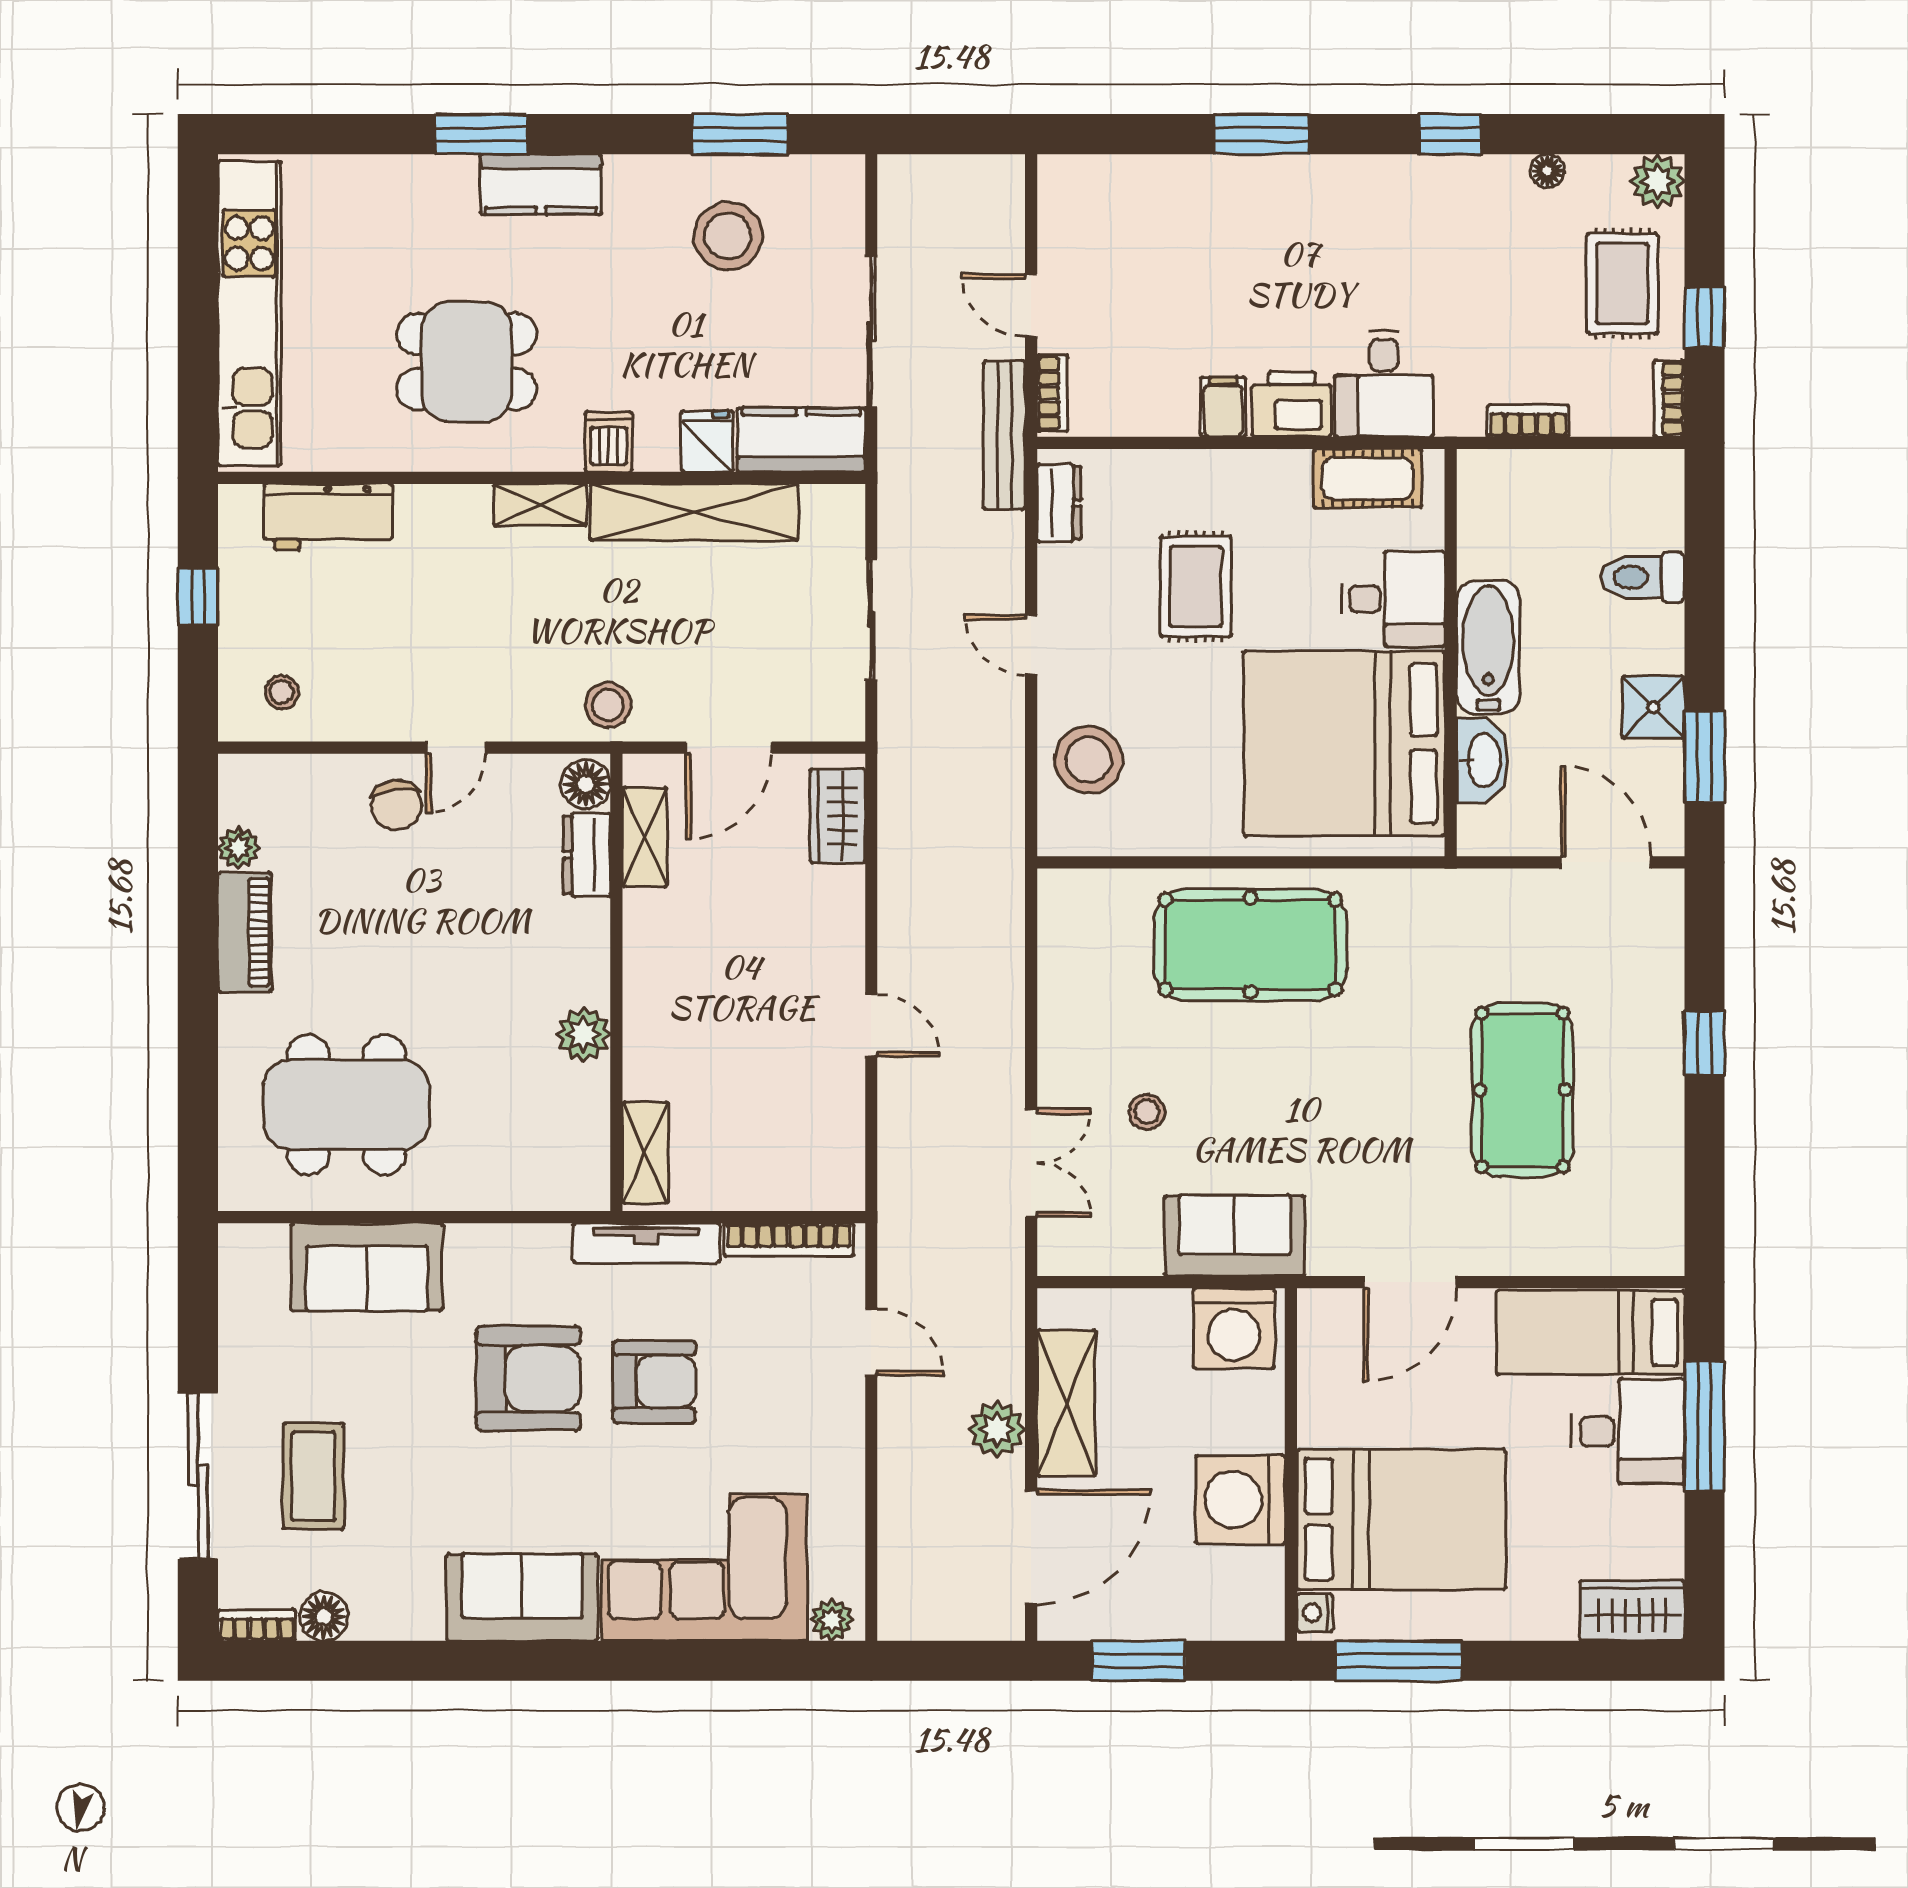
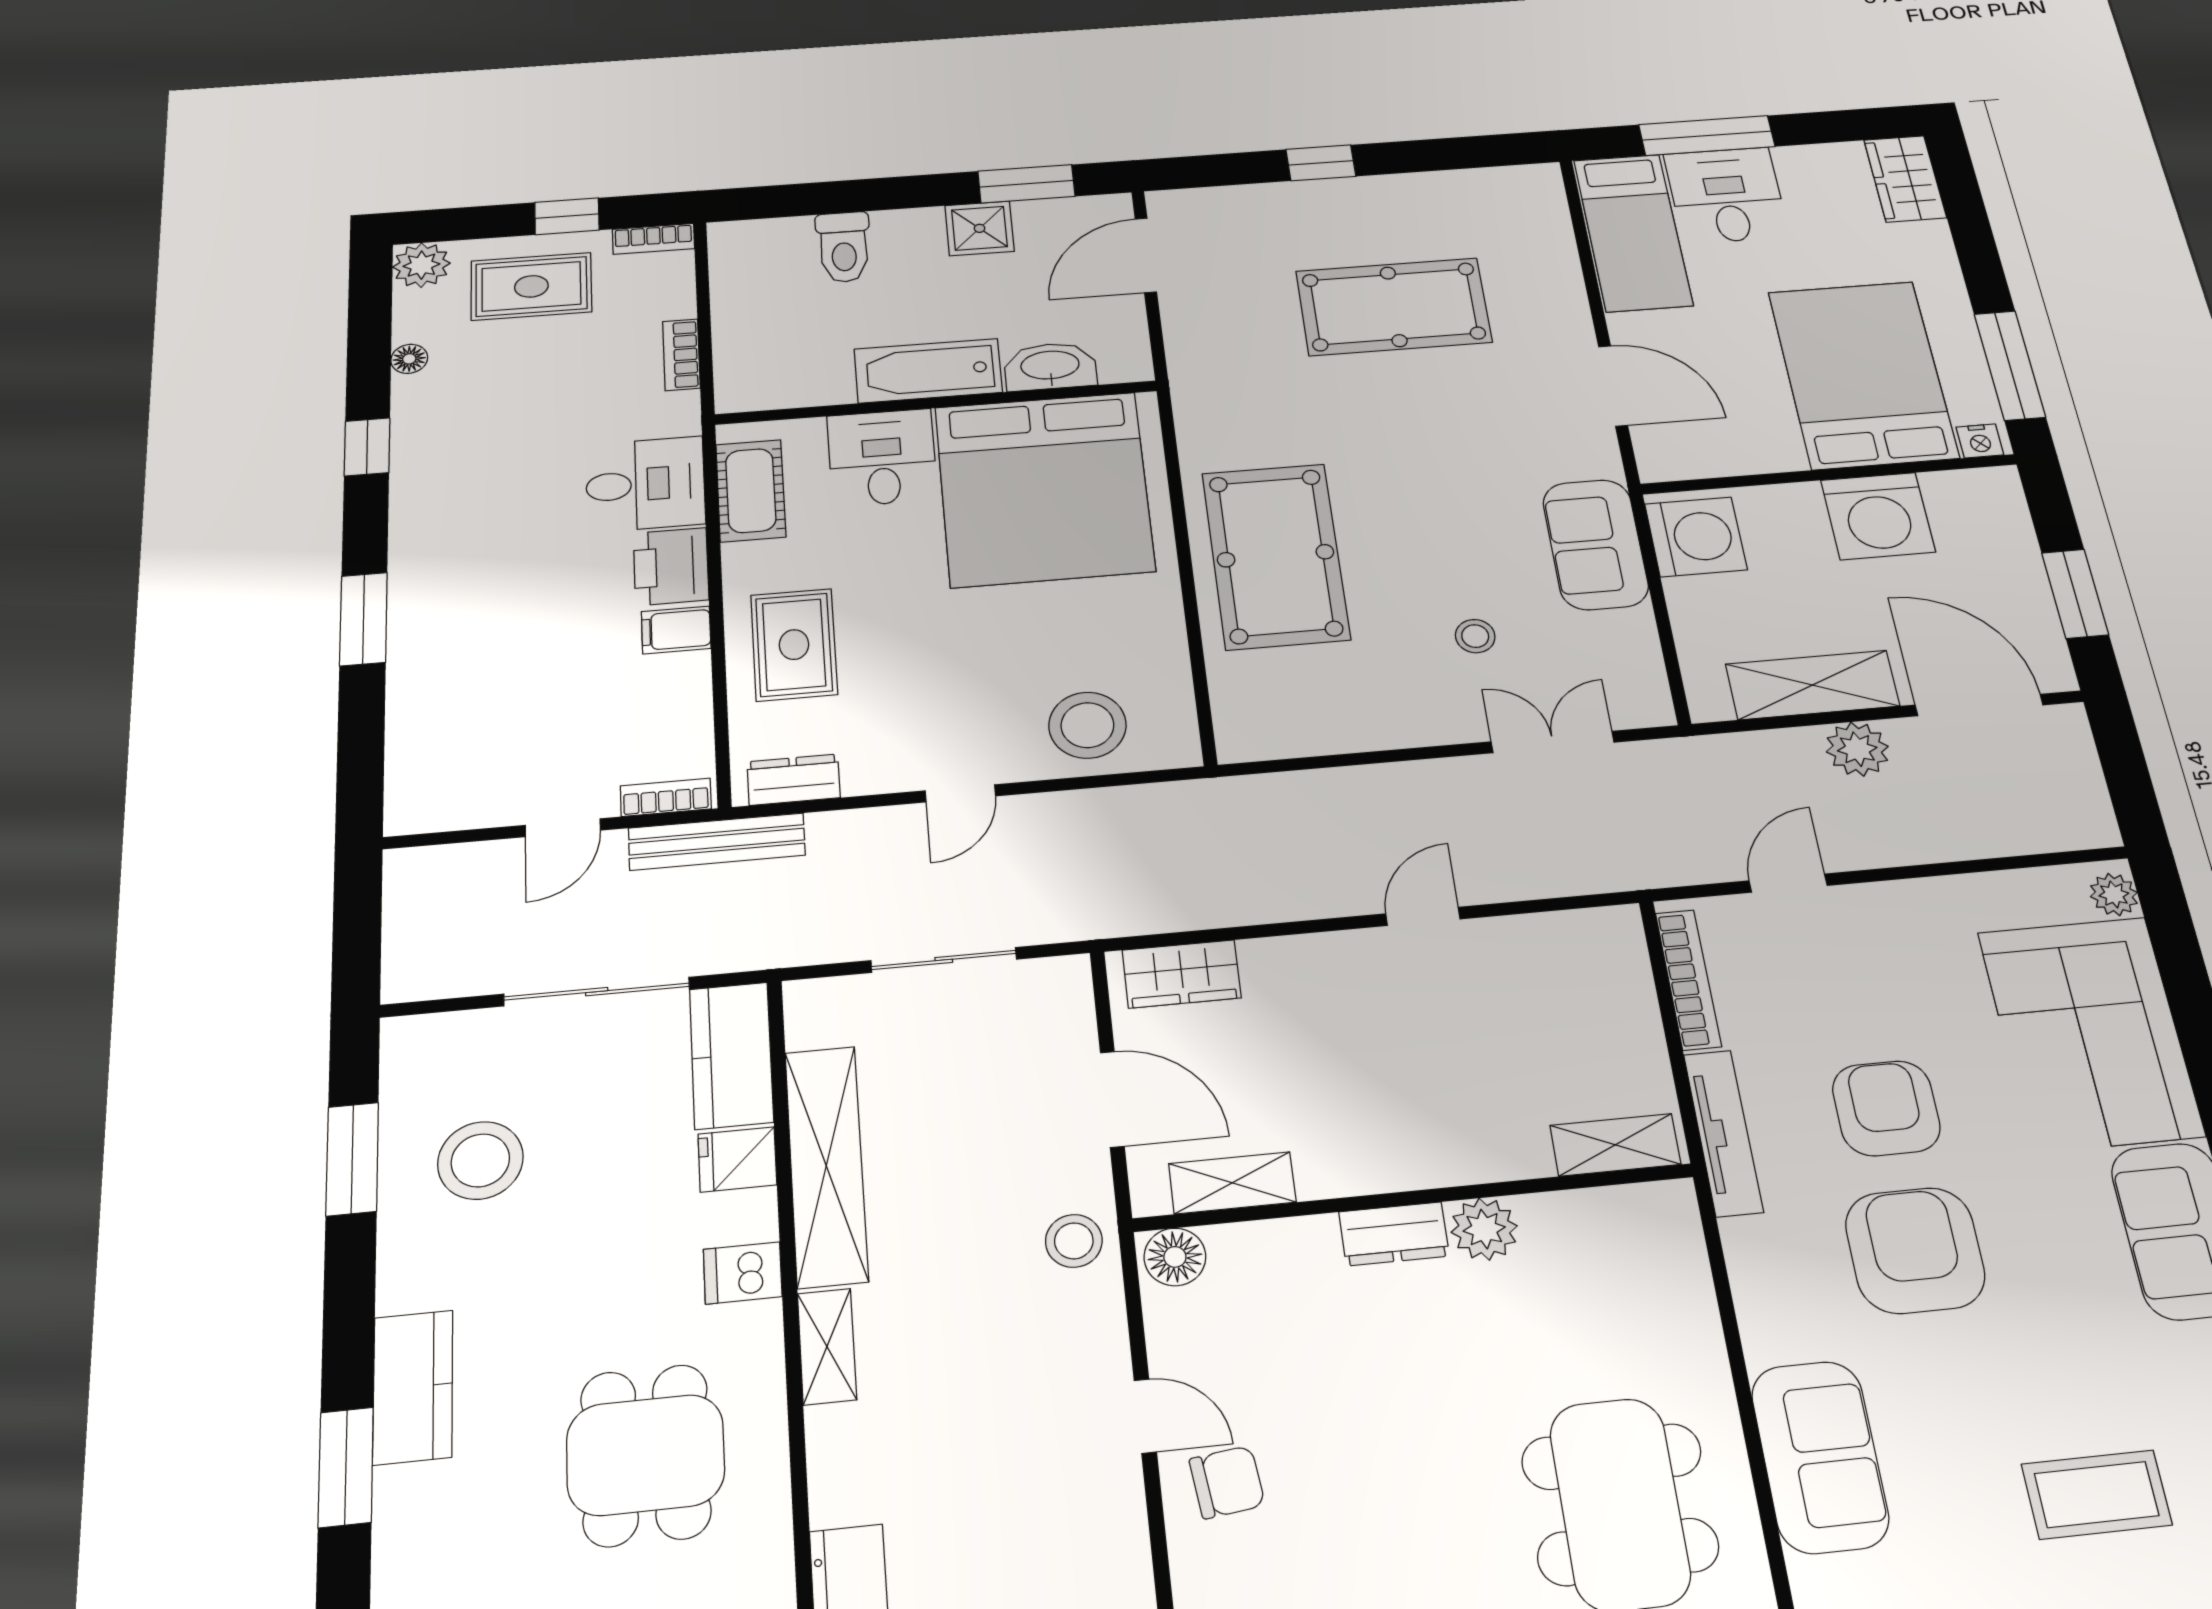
rug: (1196, 587) -> (794, 645), moved, turned 90
dresser: (587, 855) -> (1394, 1234), moved

